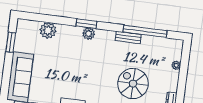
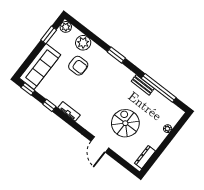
plant: (89, 34) -> (66, 27), moved
armchair: (56, 55) -> (78, 66), added

